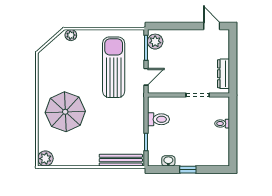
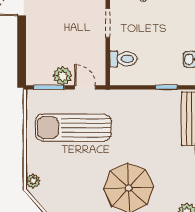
plant: (155, 42) -> (62, 76), moved
toilet: (158, 119) -> (123, 59), moved, turned 90

